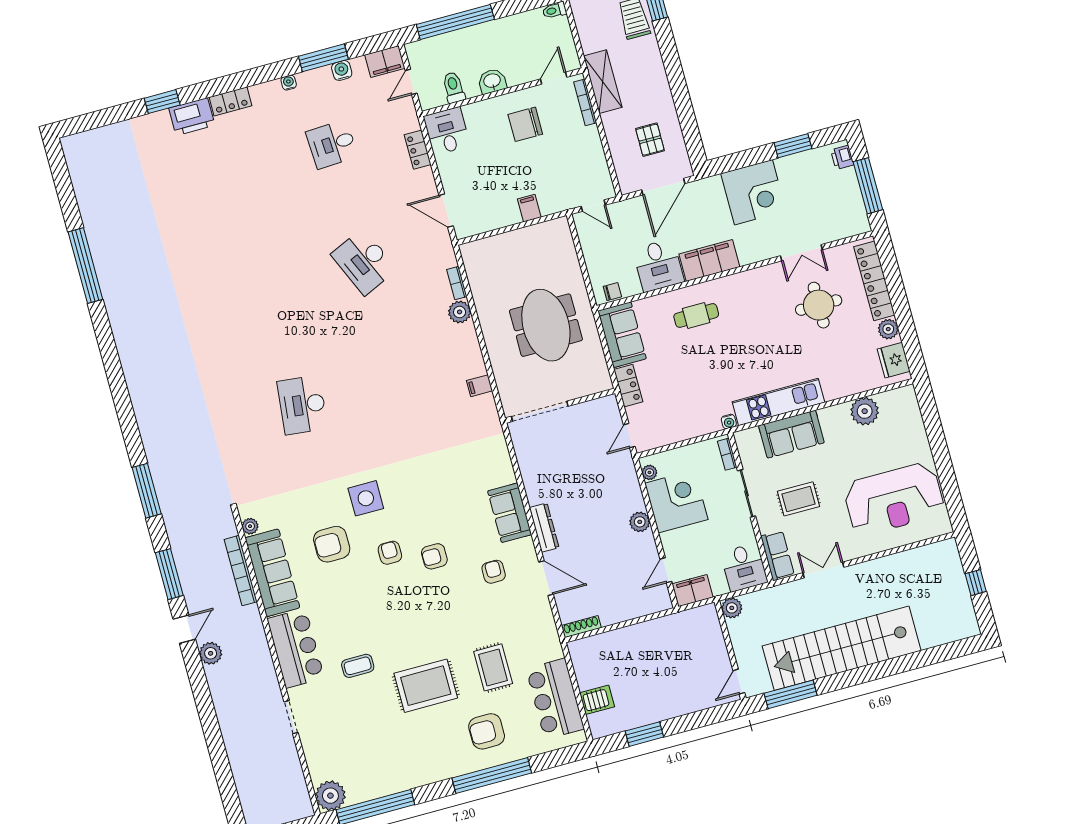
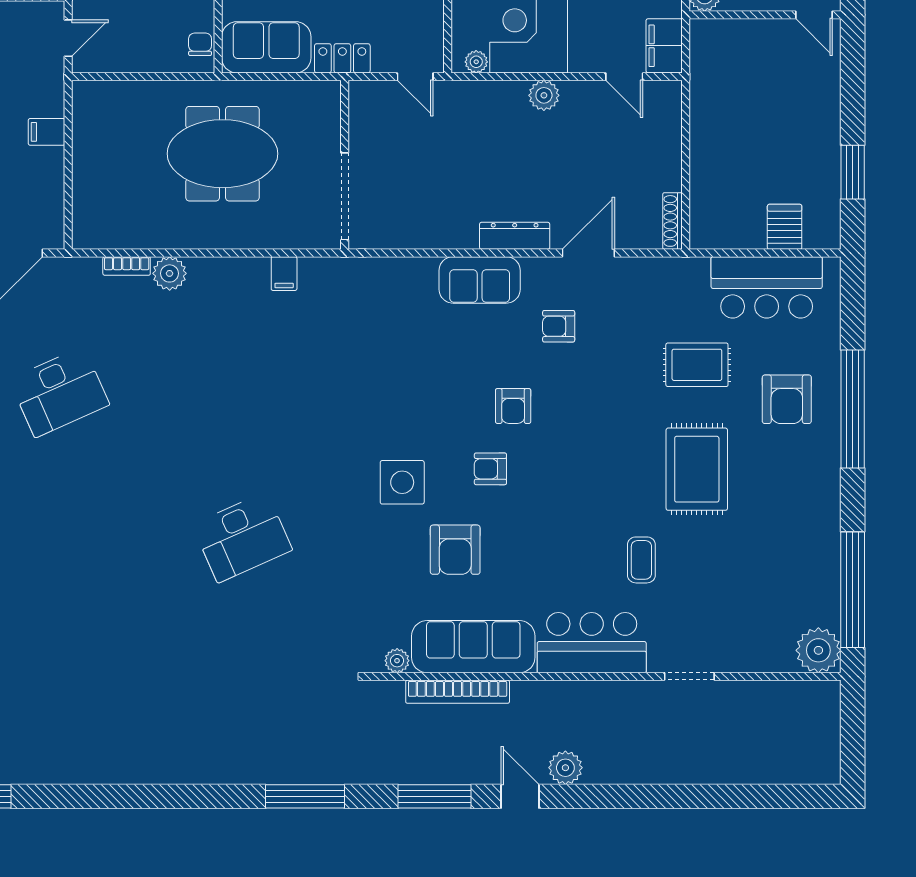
desk: (302, 405) -> (242, 537), turned -30

